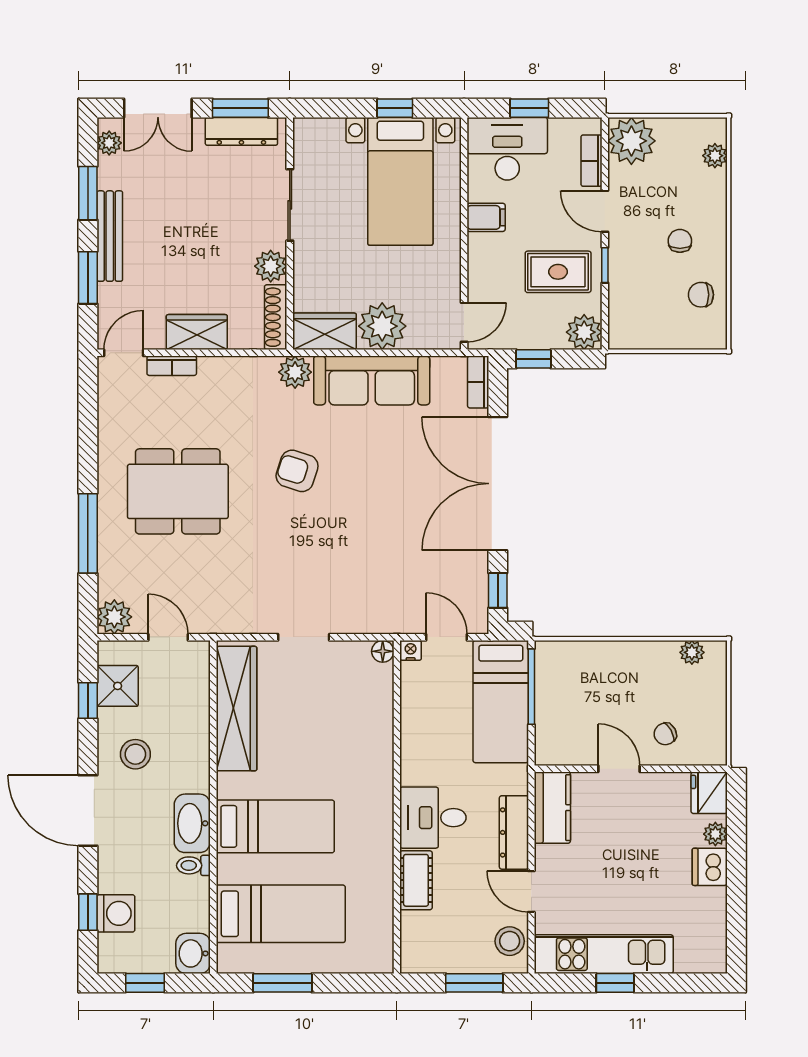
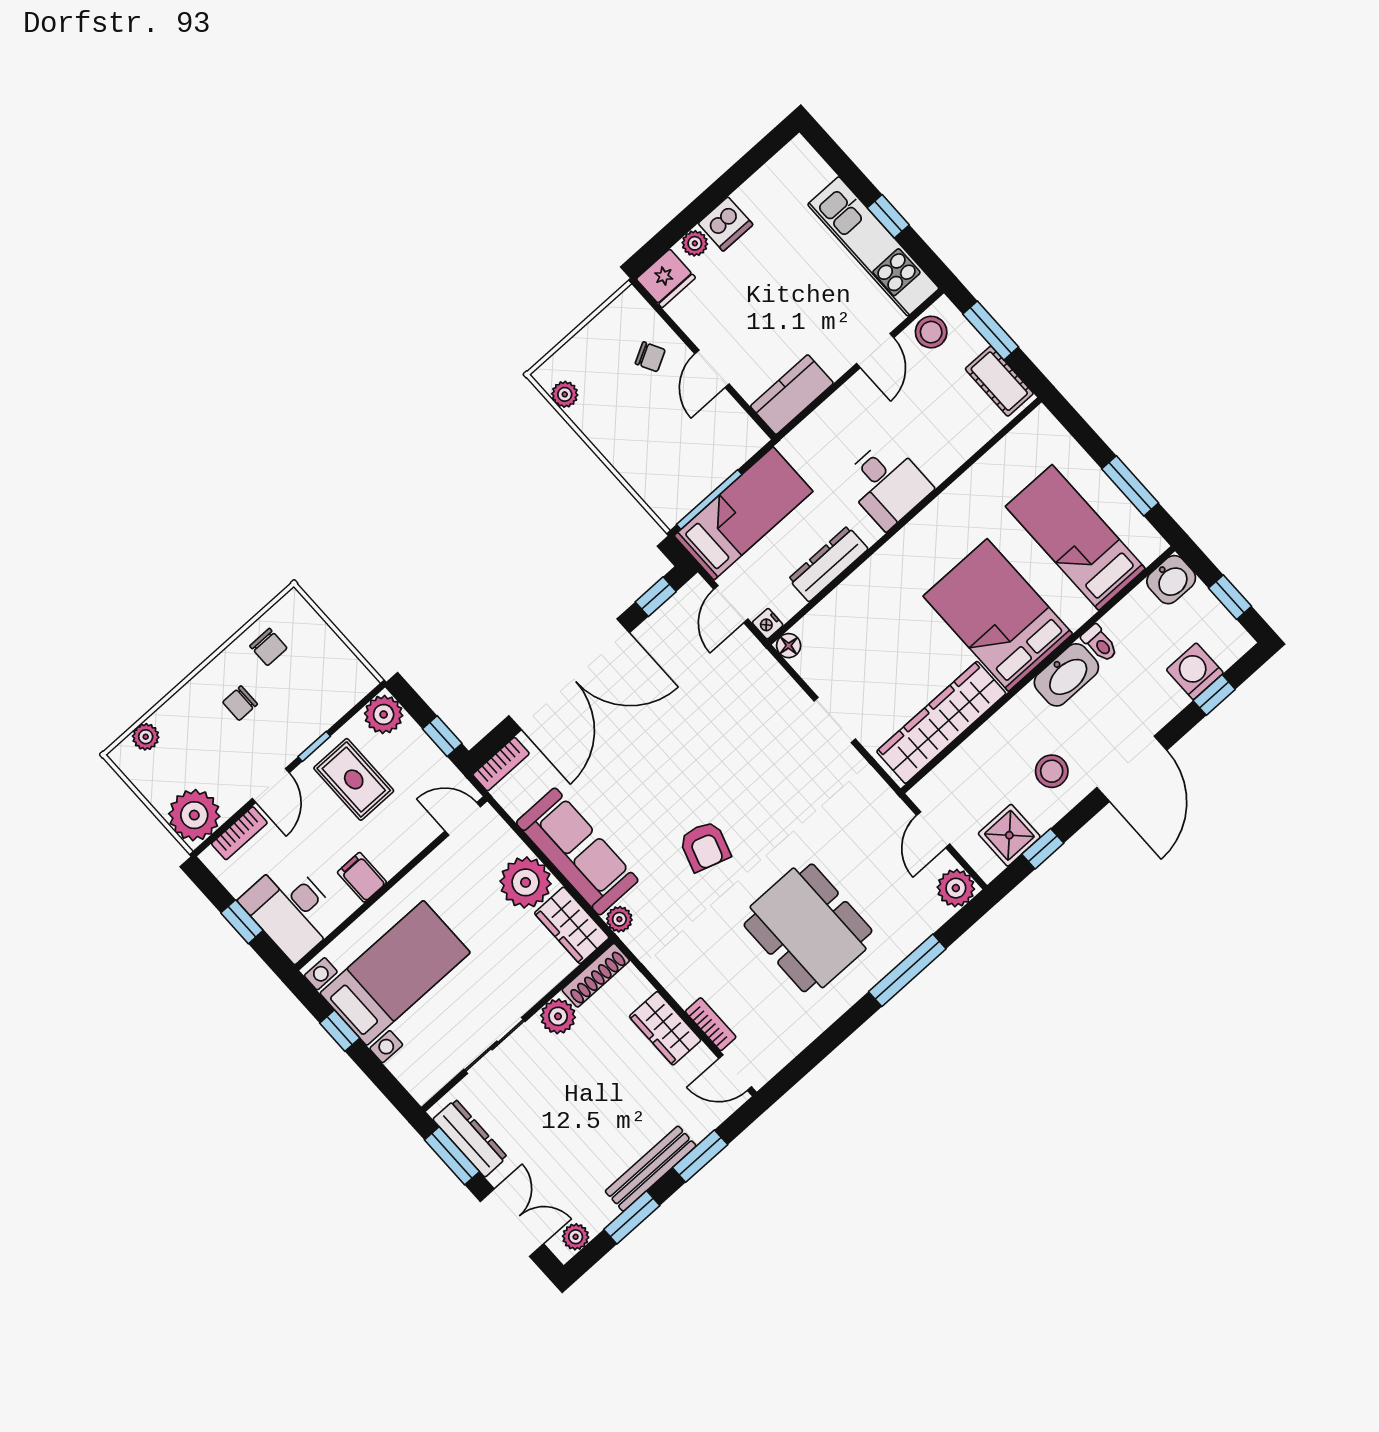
plant: (295, 372) -> (619, 919), width x0.73, depth x0.73
bed: (275, 826) -> (998, 615), width x1.50
dresser: (514, 832) -> (828, 564), moved, turned 180
cot: (416, 880) -> (999, 381), moved, turned 90

